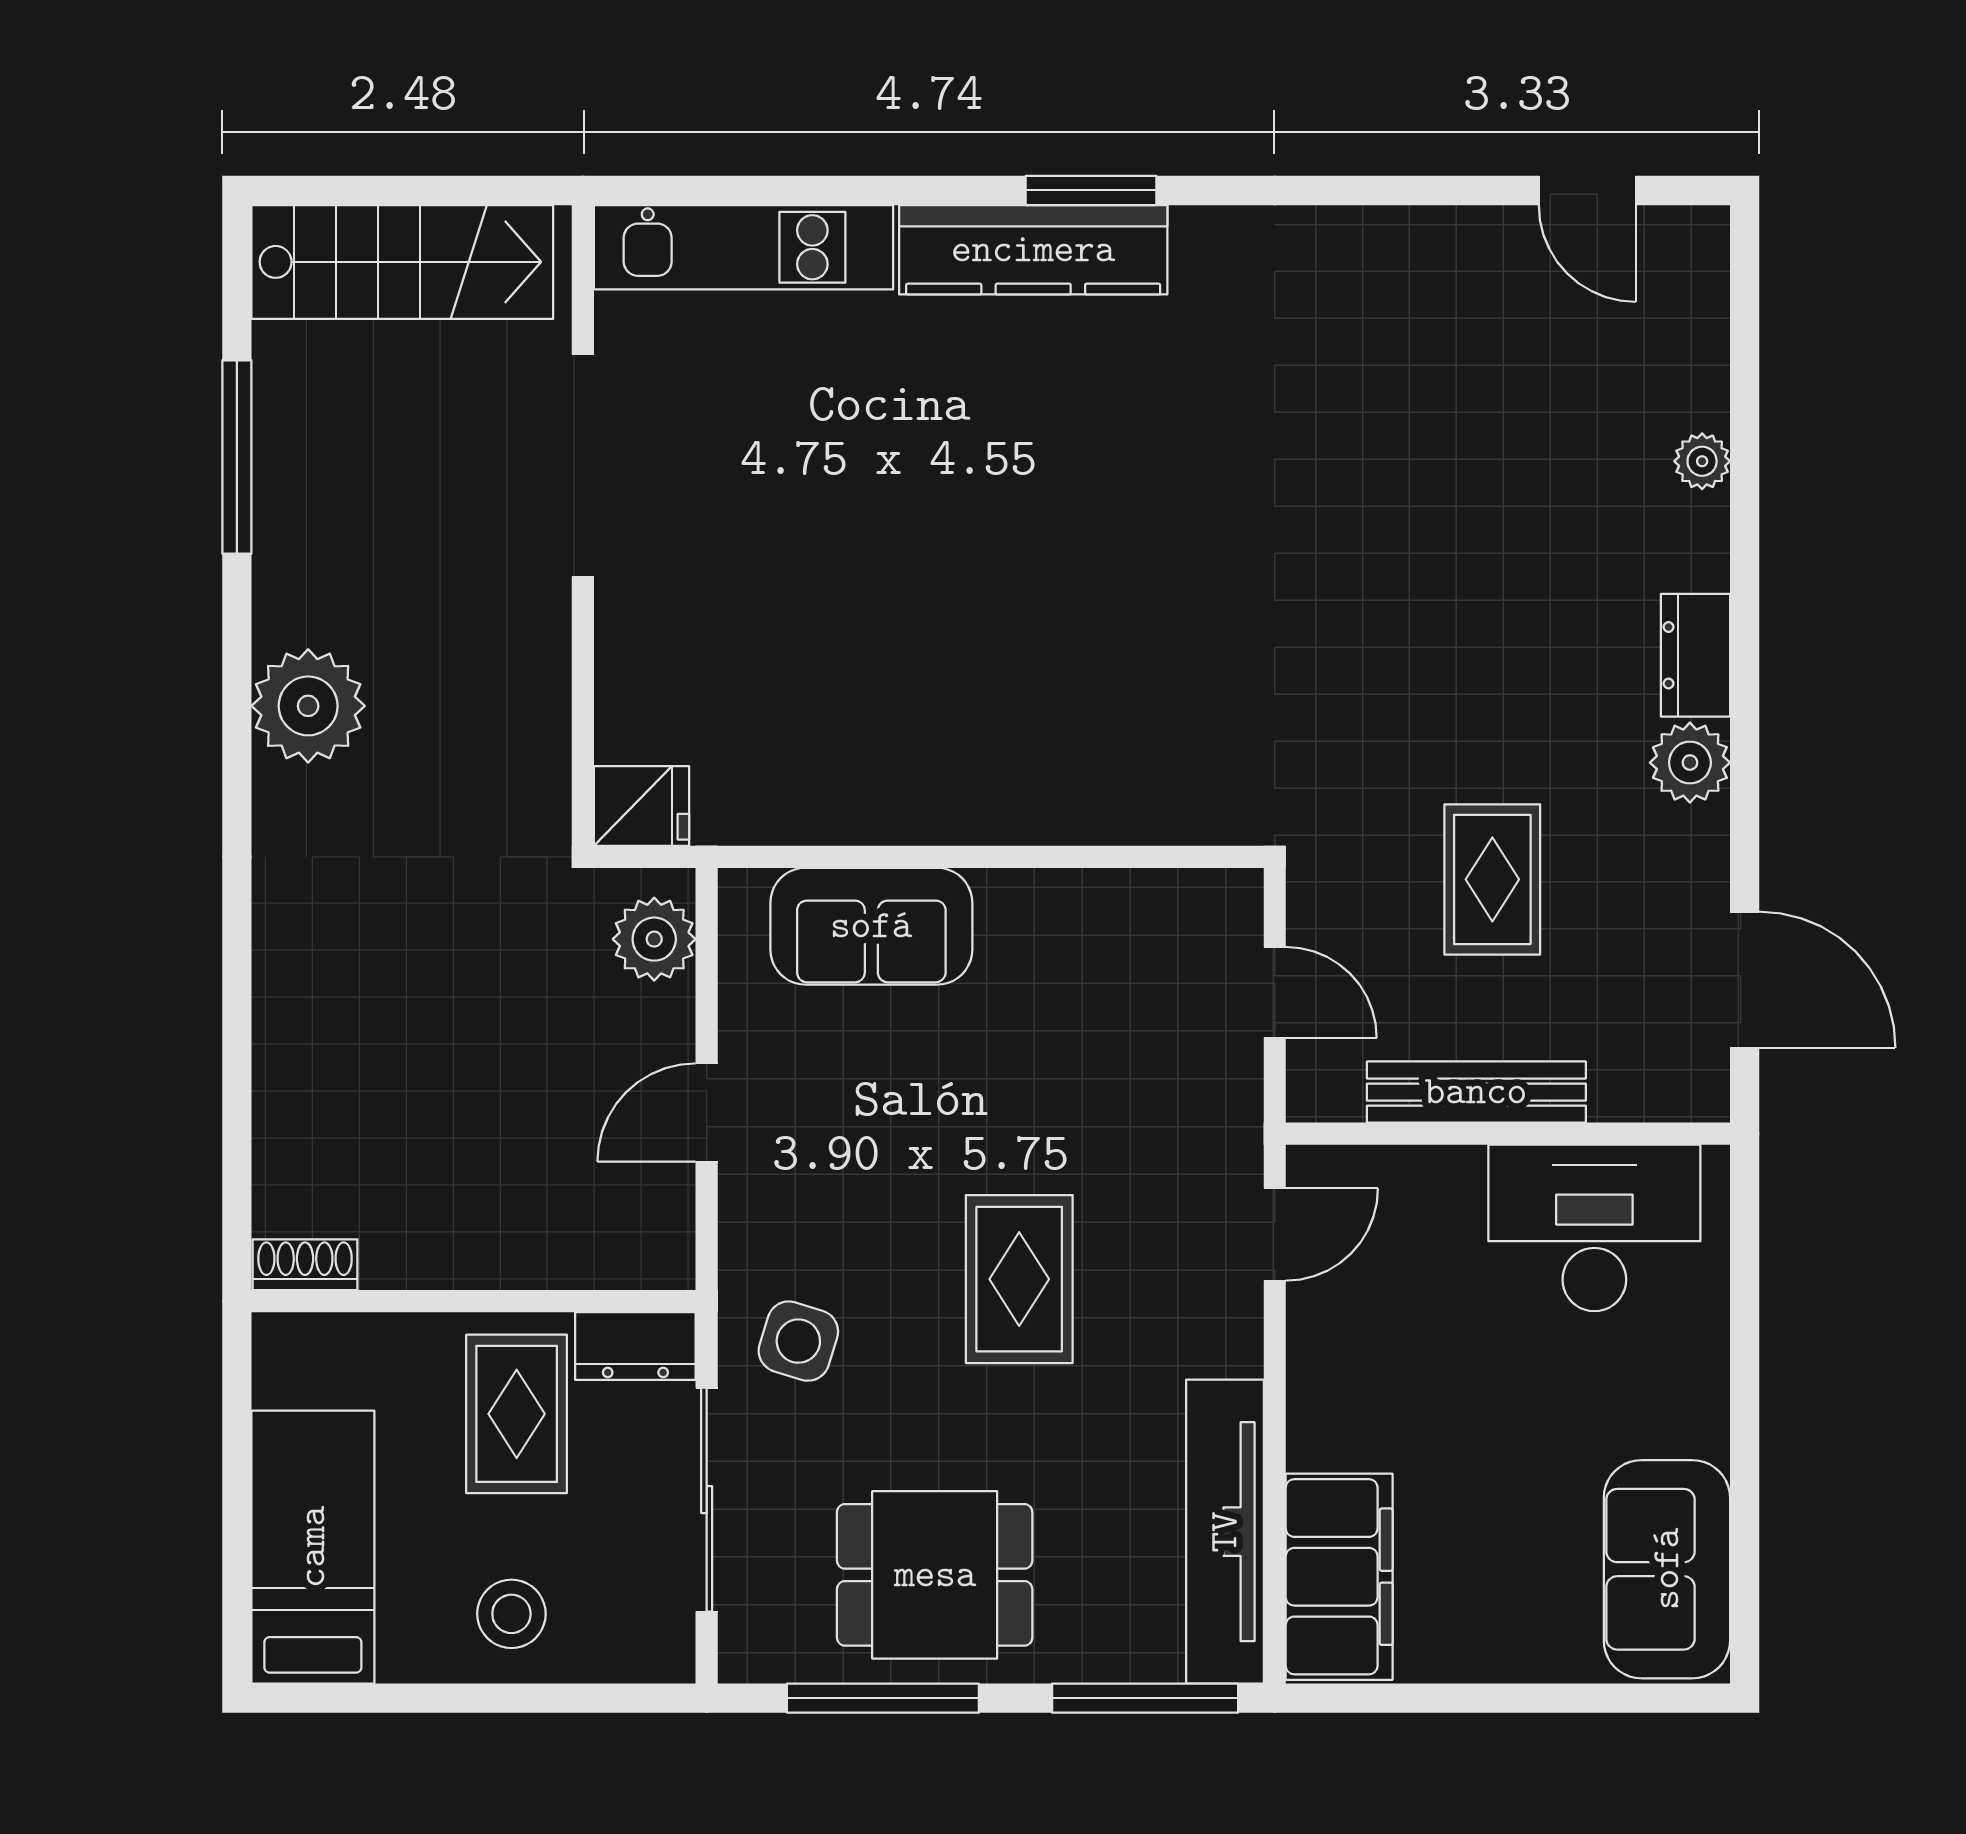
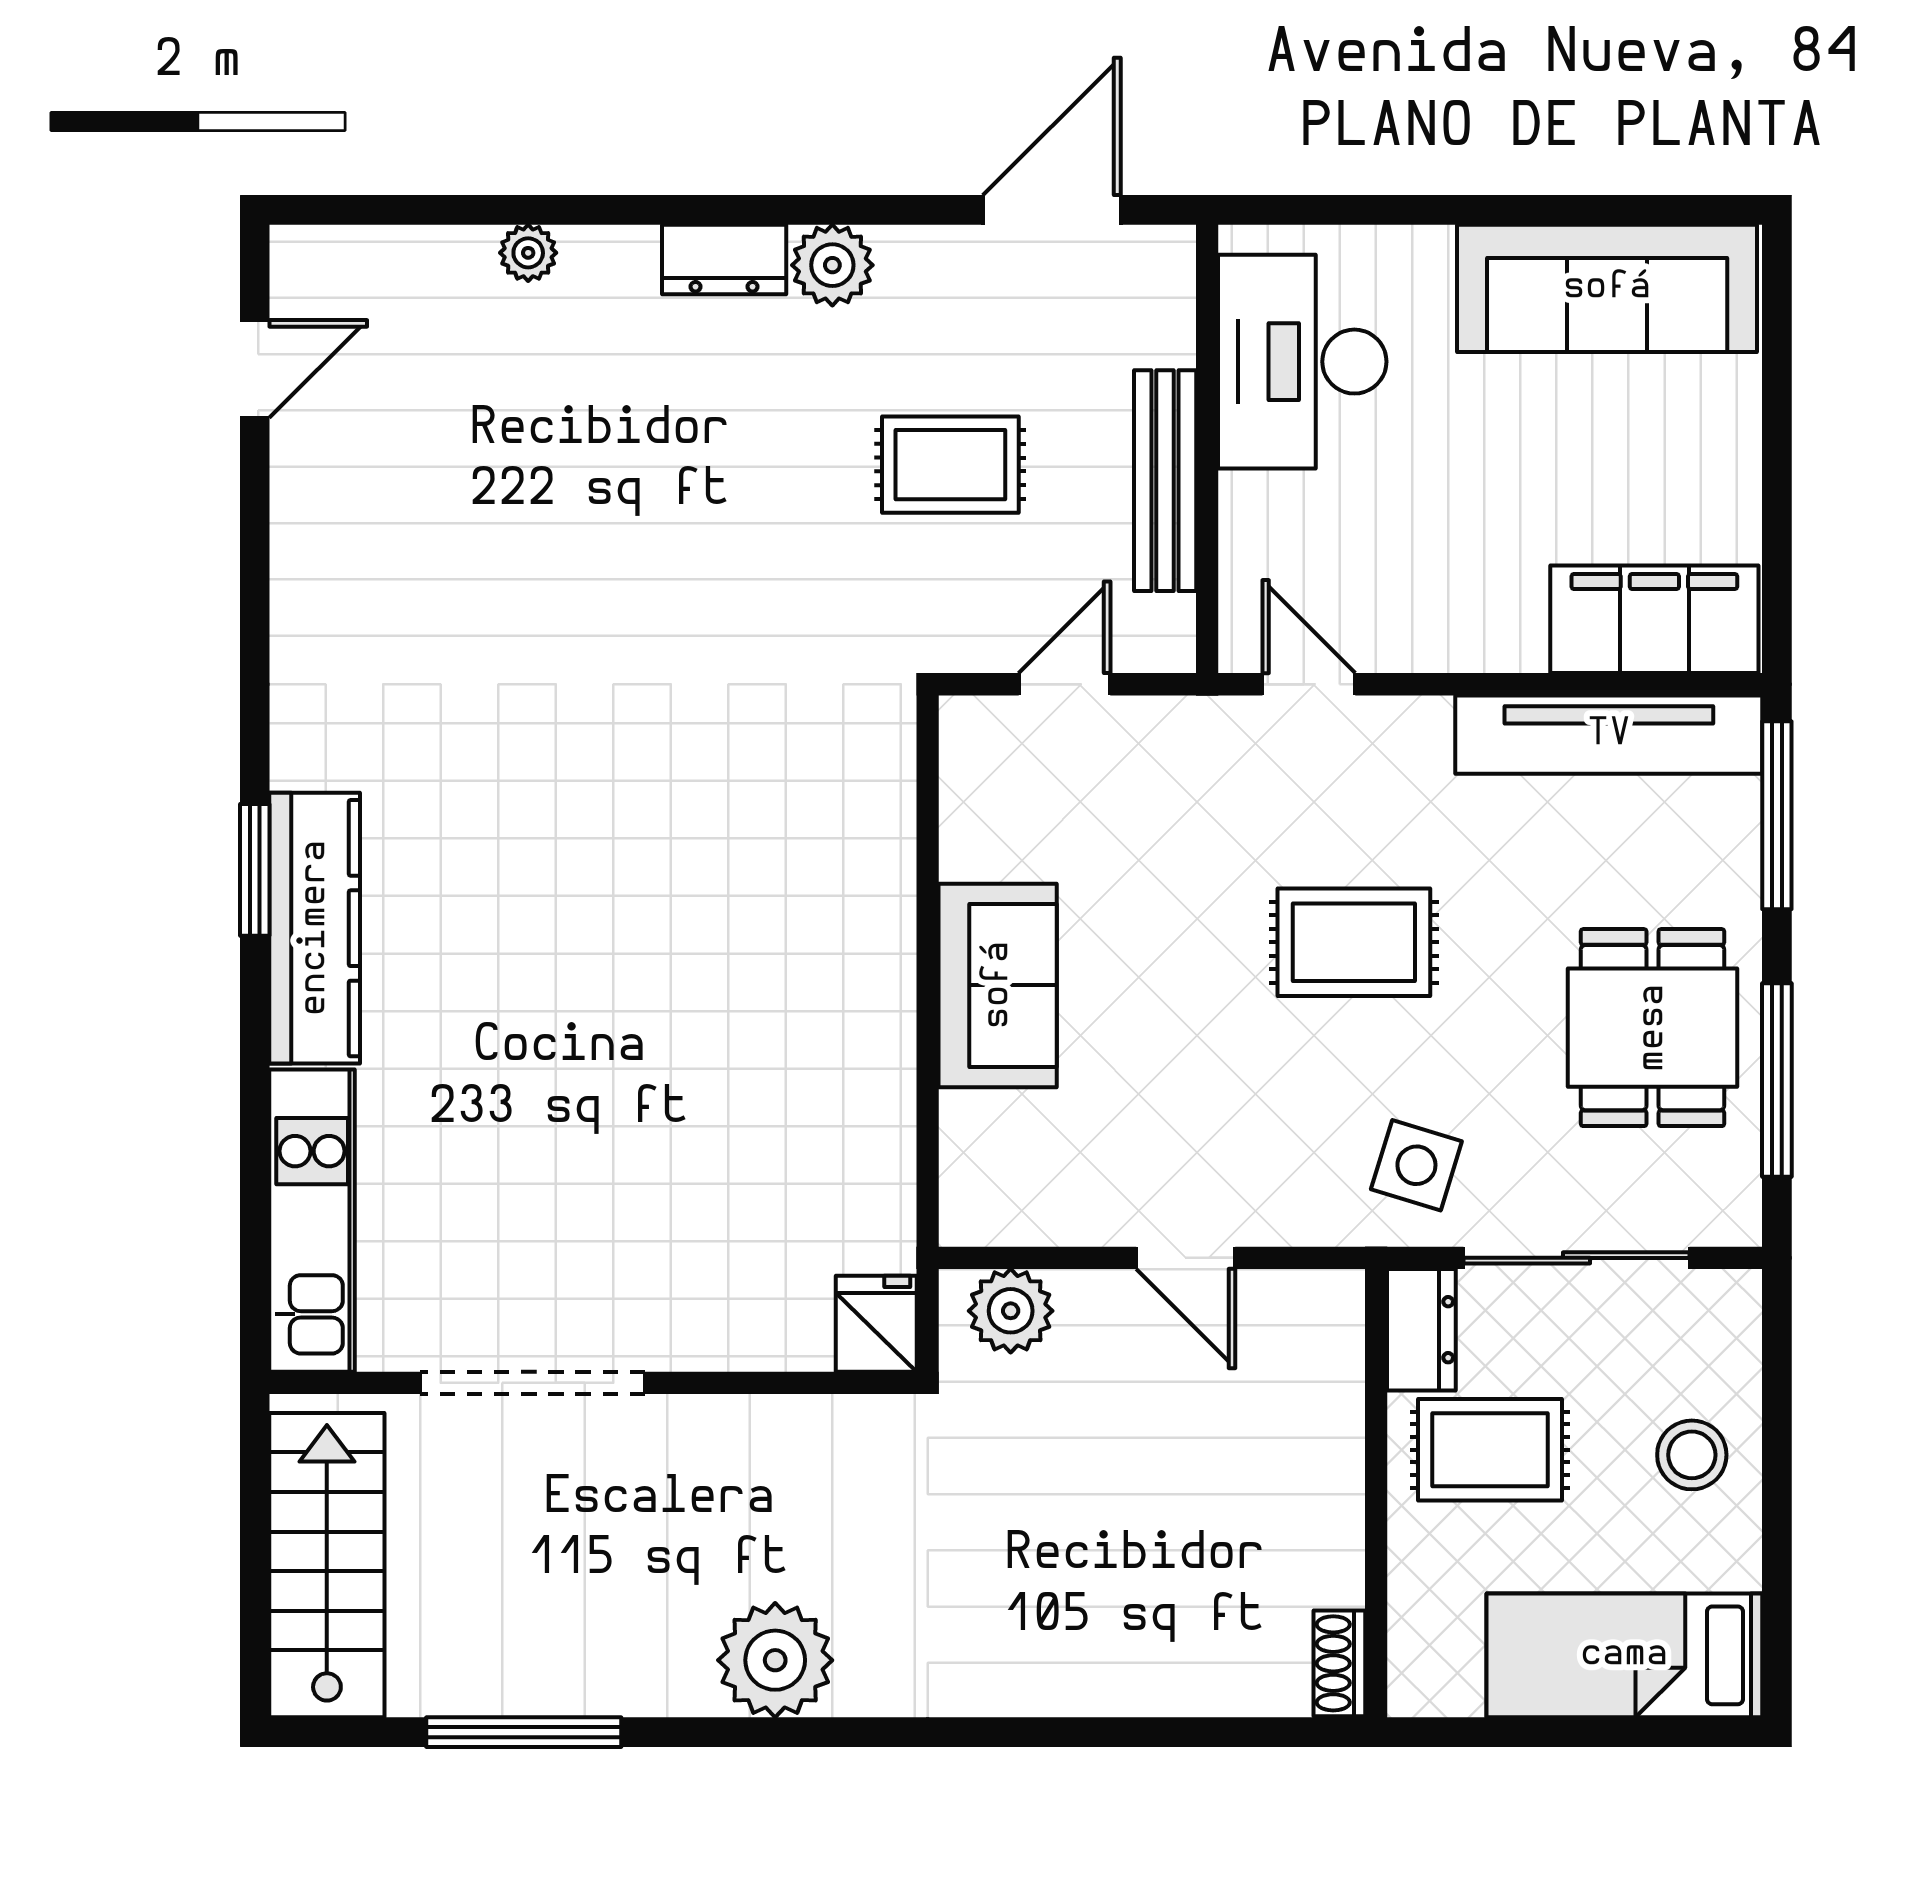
sofa: (871, 926) -> (998, 985), moved
sofa: (1667, 1569) -> (1607, 288), width x1.36

